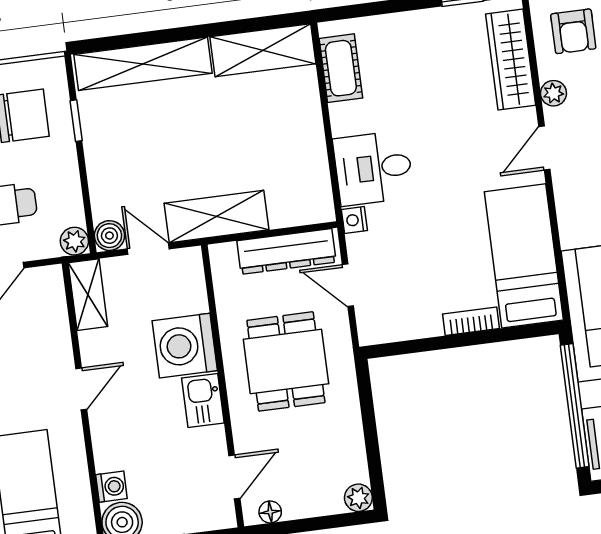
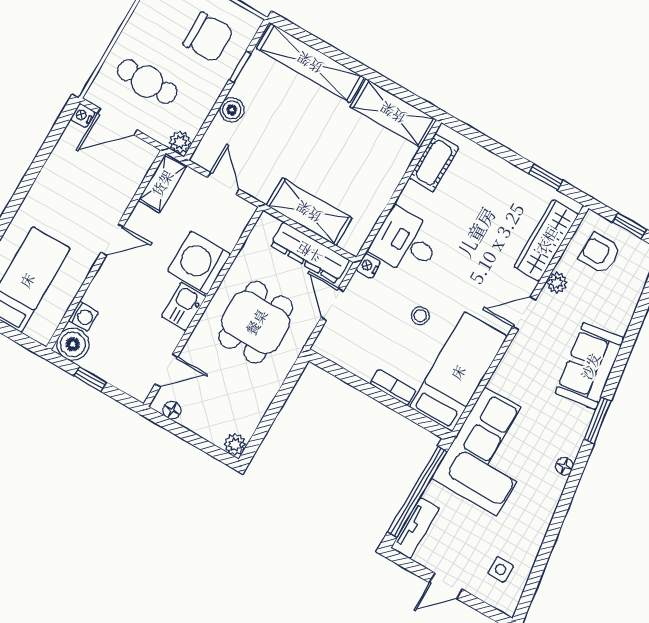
armchair: (573, 31) -> (600, 253), turned 90
shelving: (216, 217) -> (309, 212), moved
stool: (444, 230) -> (420, 316), added
boiler: (109, 236) -> (232, 110), moved

